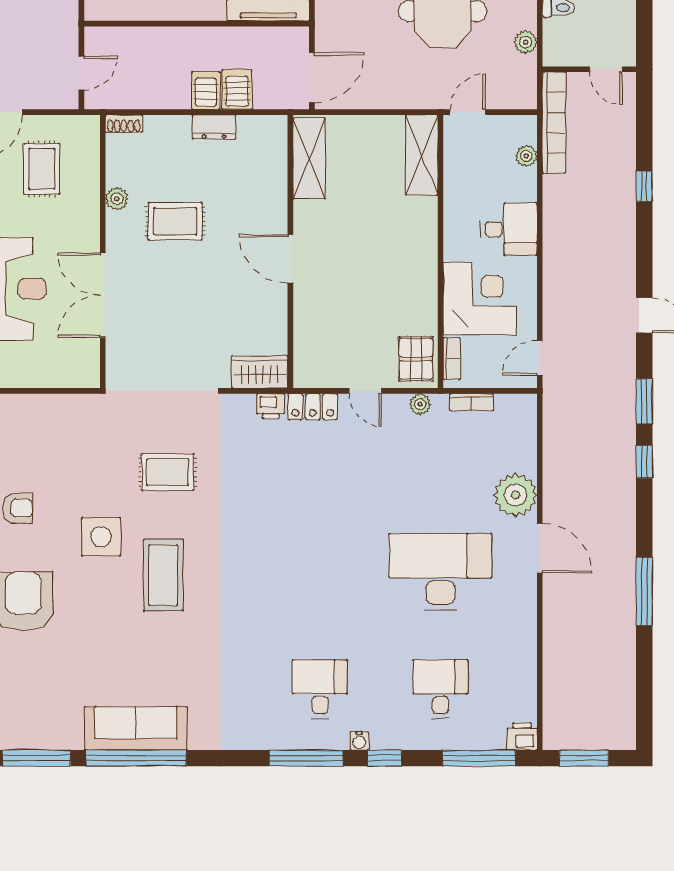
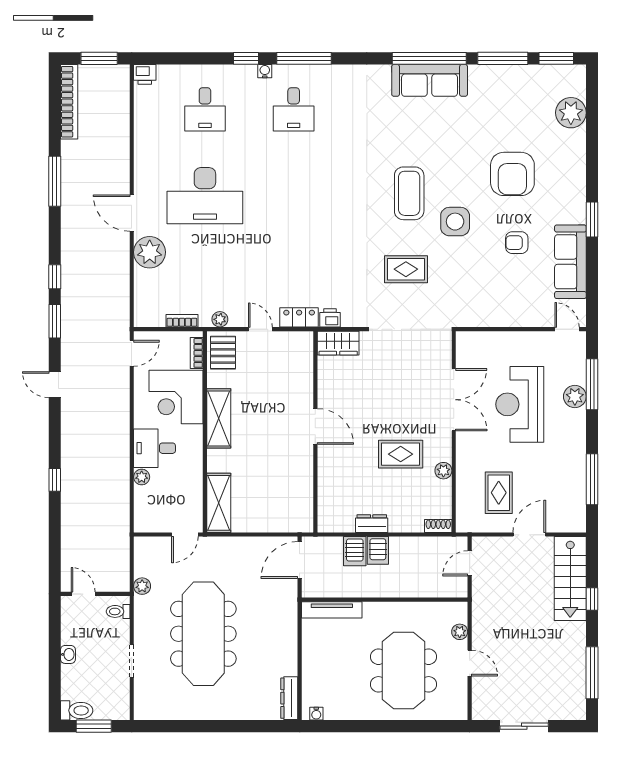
wall: (589, 69) -> (95, 594), moved
door: (606, 69) -> (83, 594), moved
bookcase: (554, 123) -> (69, 102), moved, turned 180
plant: (526, 156) -> (142, 477), moved
shelving: (309, 158) -> (219, 418), moved
window: (479, 758) -> (177, 58), removed

